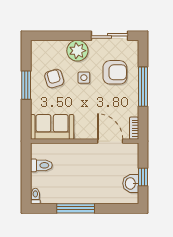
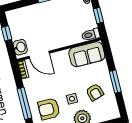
toilet: (41, 165) -> (91, 35), moved
window: (26, 170) -> (98, 16), added
washbasin: (131, 183) -> (20, 47), moved

